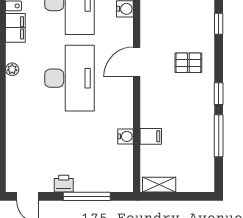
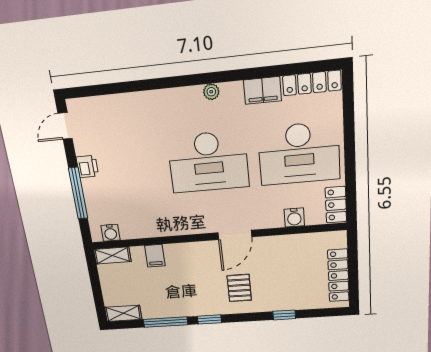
door: (137, 62) -> (235, 235), swing flipped
water cooler: (126, 136) -> (110, 233), moved
shelving: (207, 175) -> (123, 313), added
shelving: (159, 185) -> (112, 256), moved, turned 90

